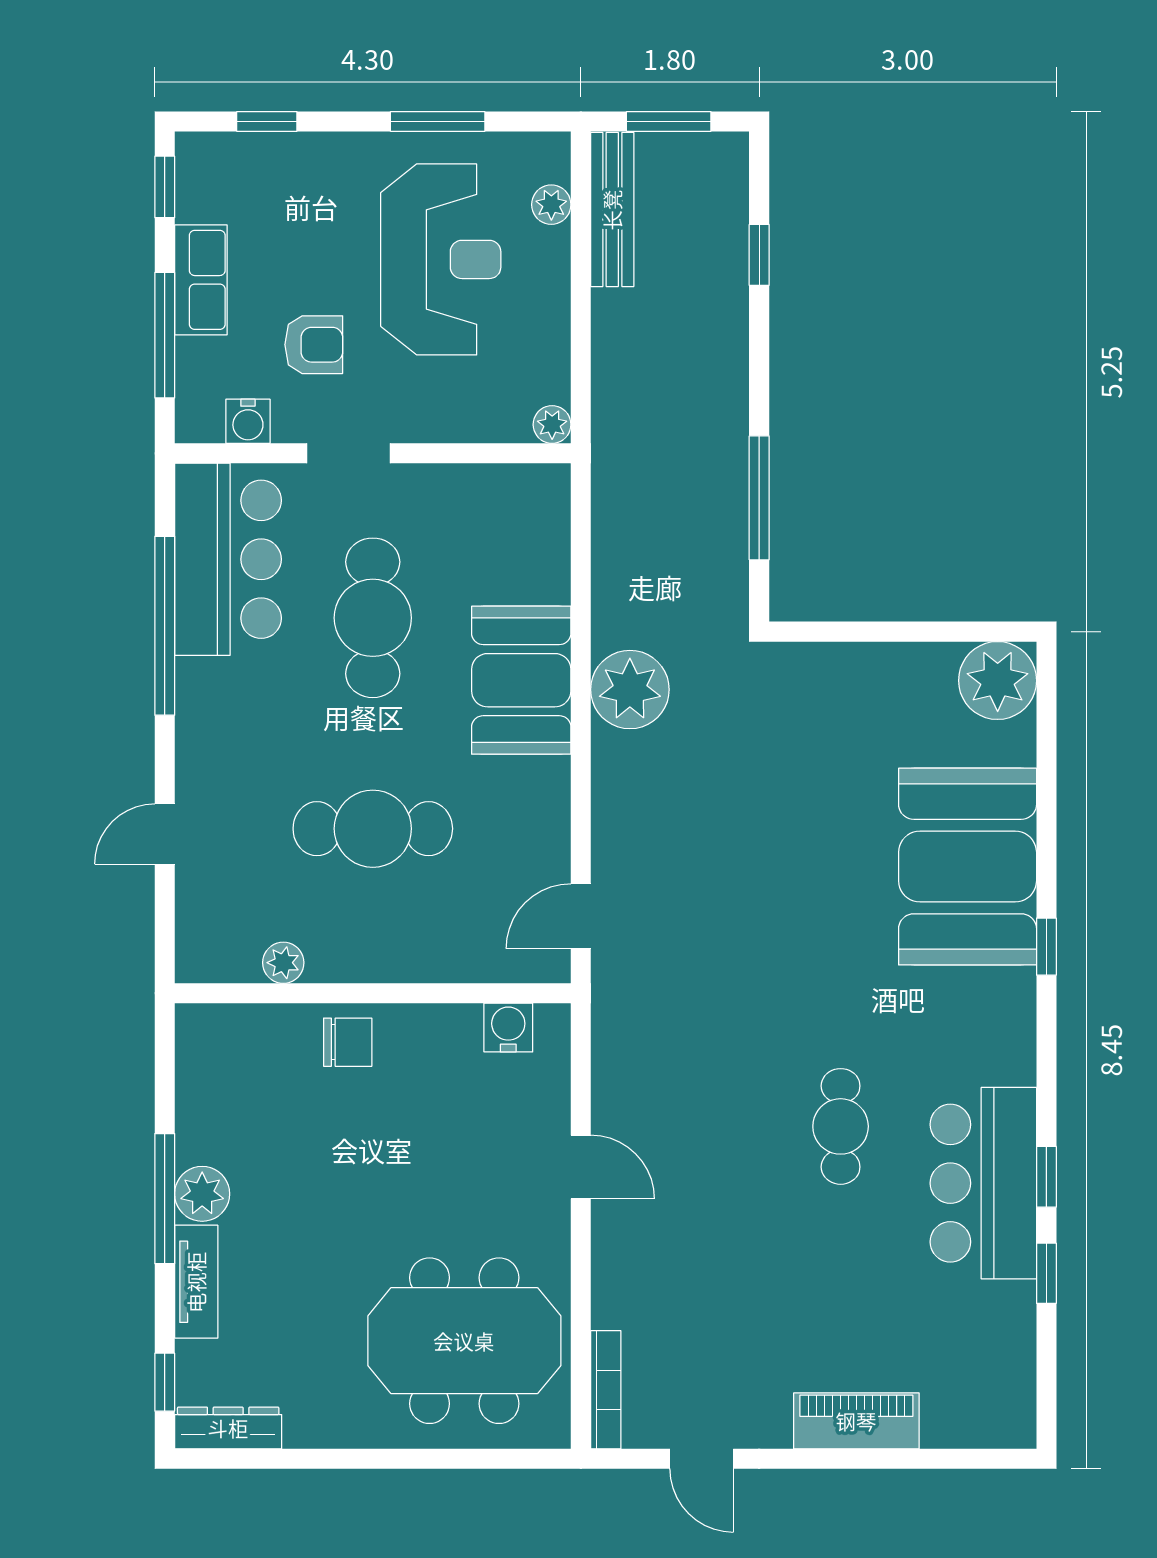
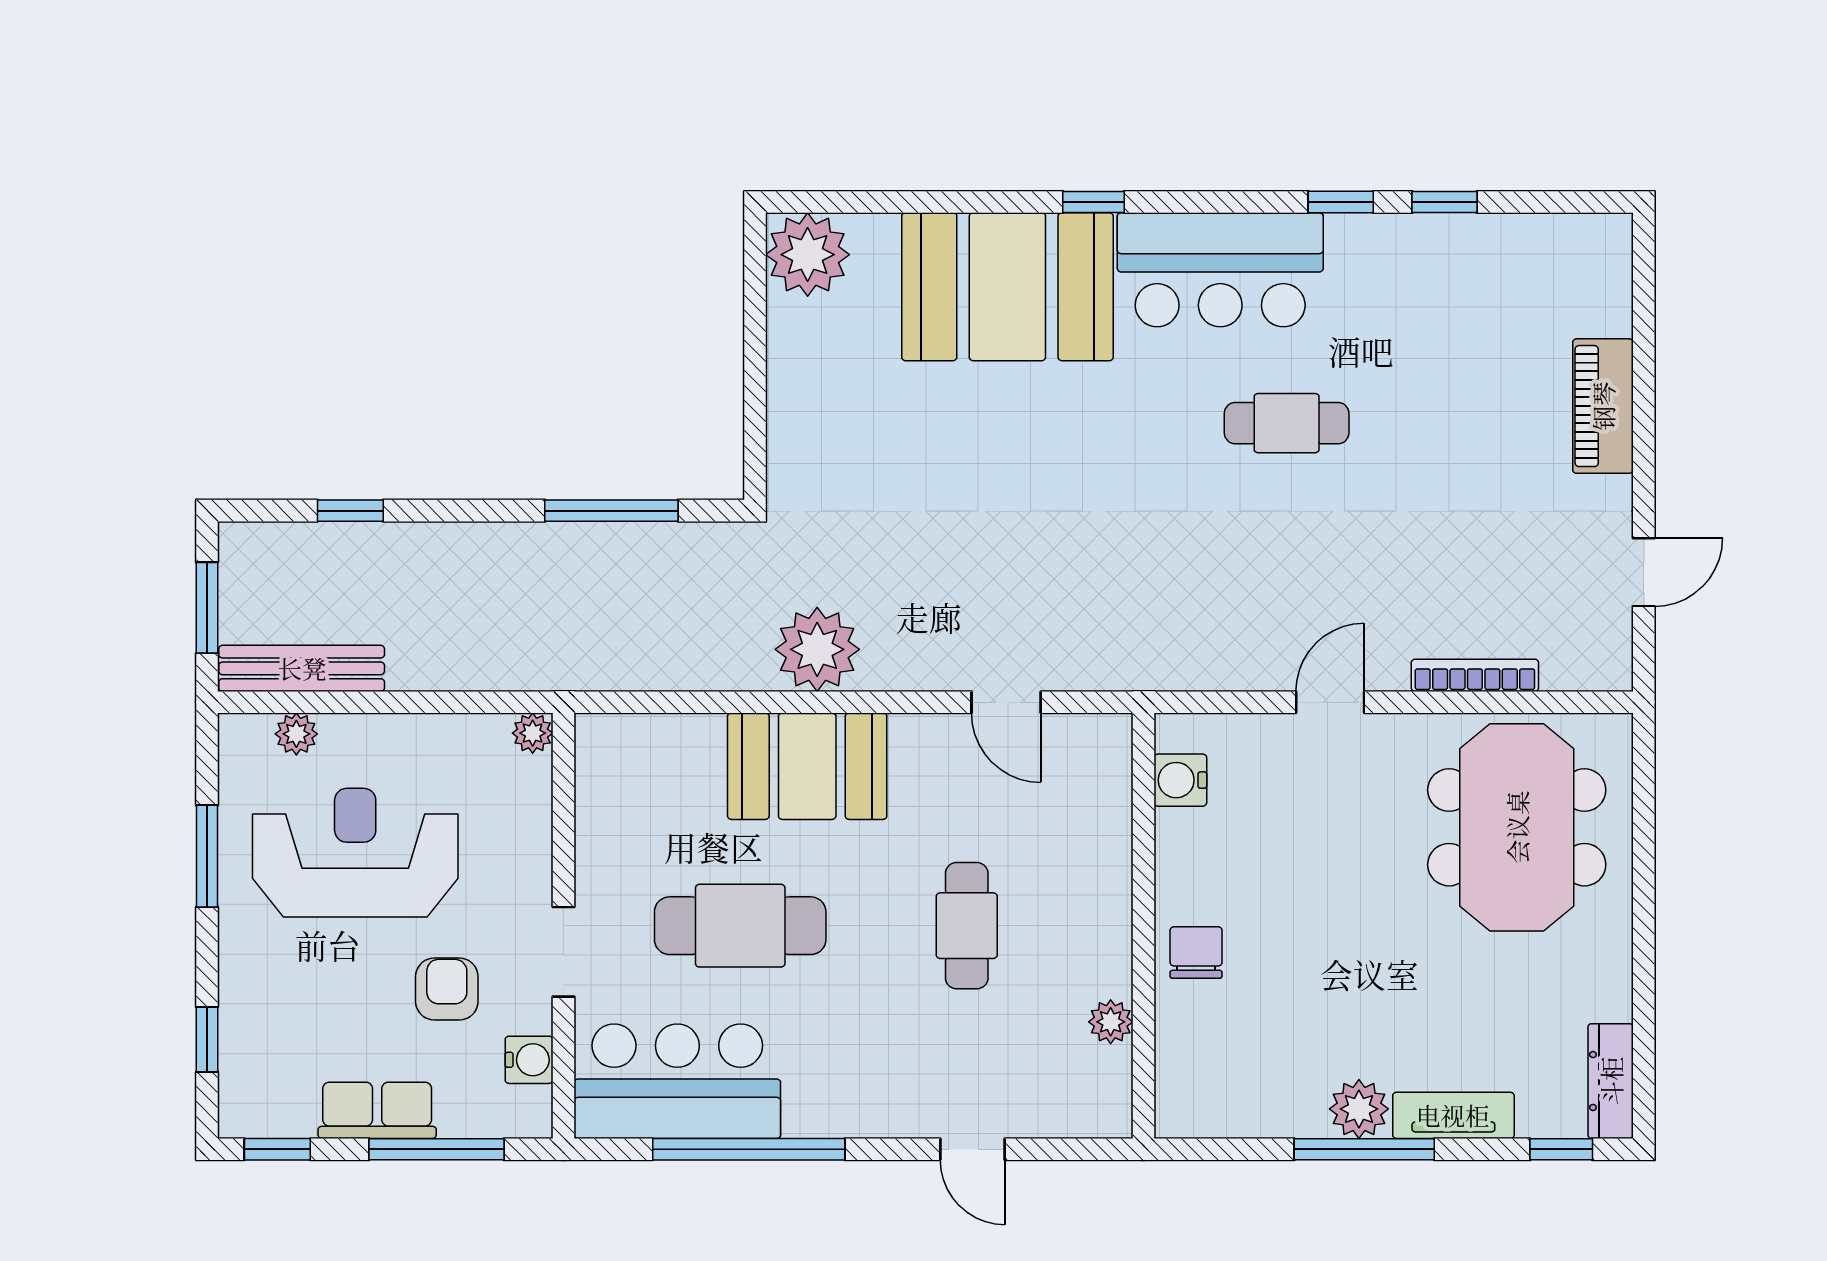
cafe table: (373, 829) -> (967, 926), width x0.73, depth x0.74
door: (581, 916) -> (1006, 702), moved
bar counter: (983, 1183) -> (1220, 270), moved
bookcase: (606, 1390) -> (1475, 675), moved

